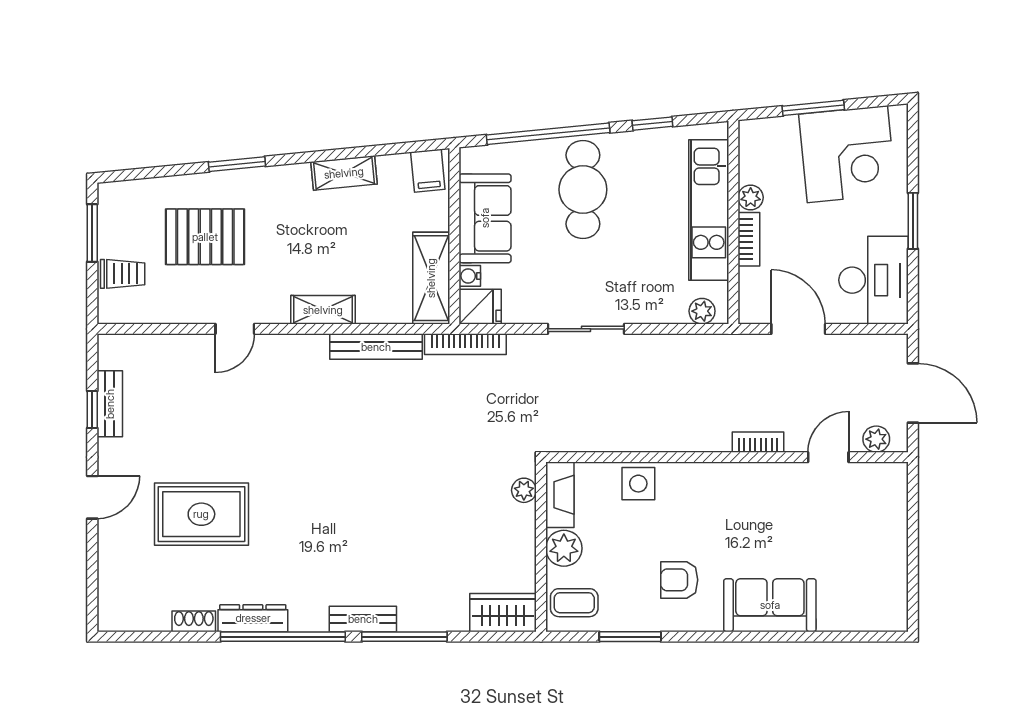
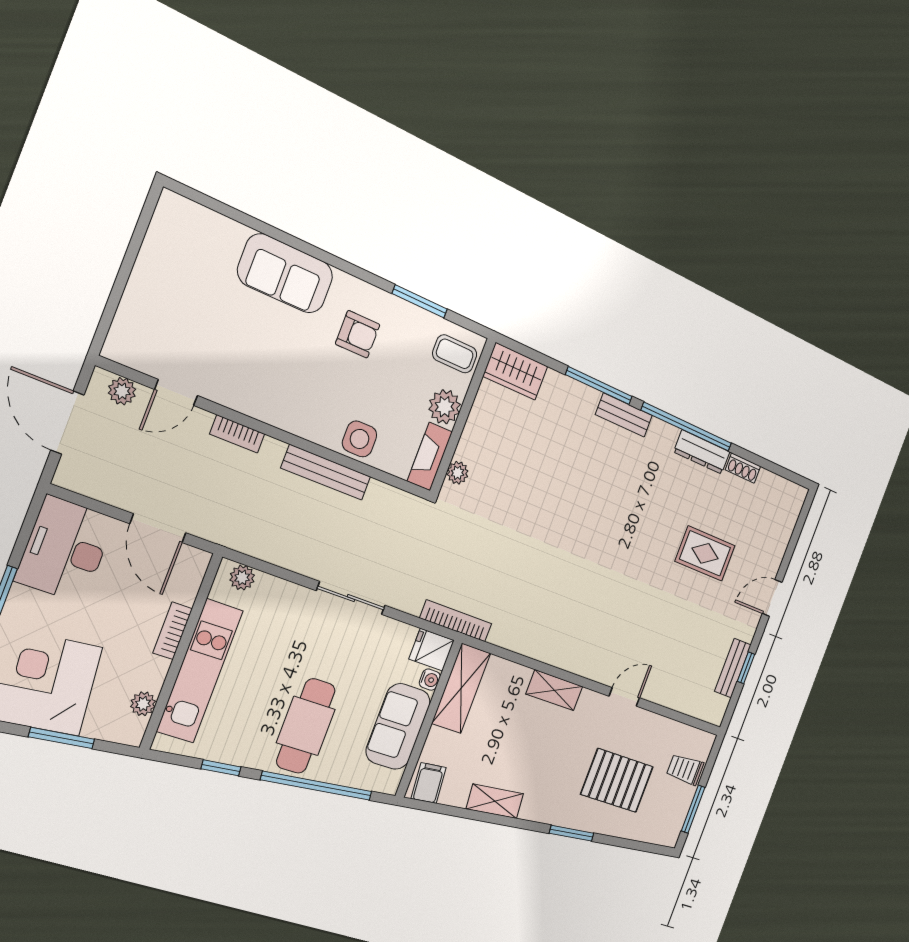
plant: (751, 197) -> (143, 704), moved
bench: (376, 347) -> (326, 472), moved
rug: (201, 514) -> (705, 553), width x0.73, depth x0.70

